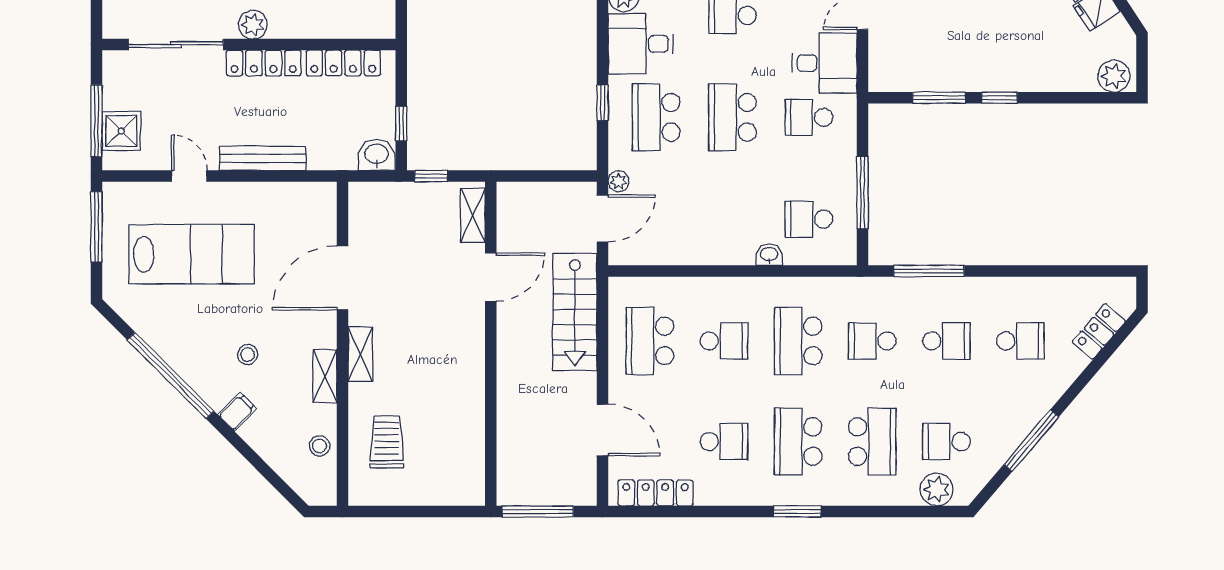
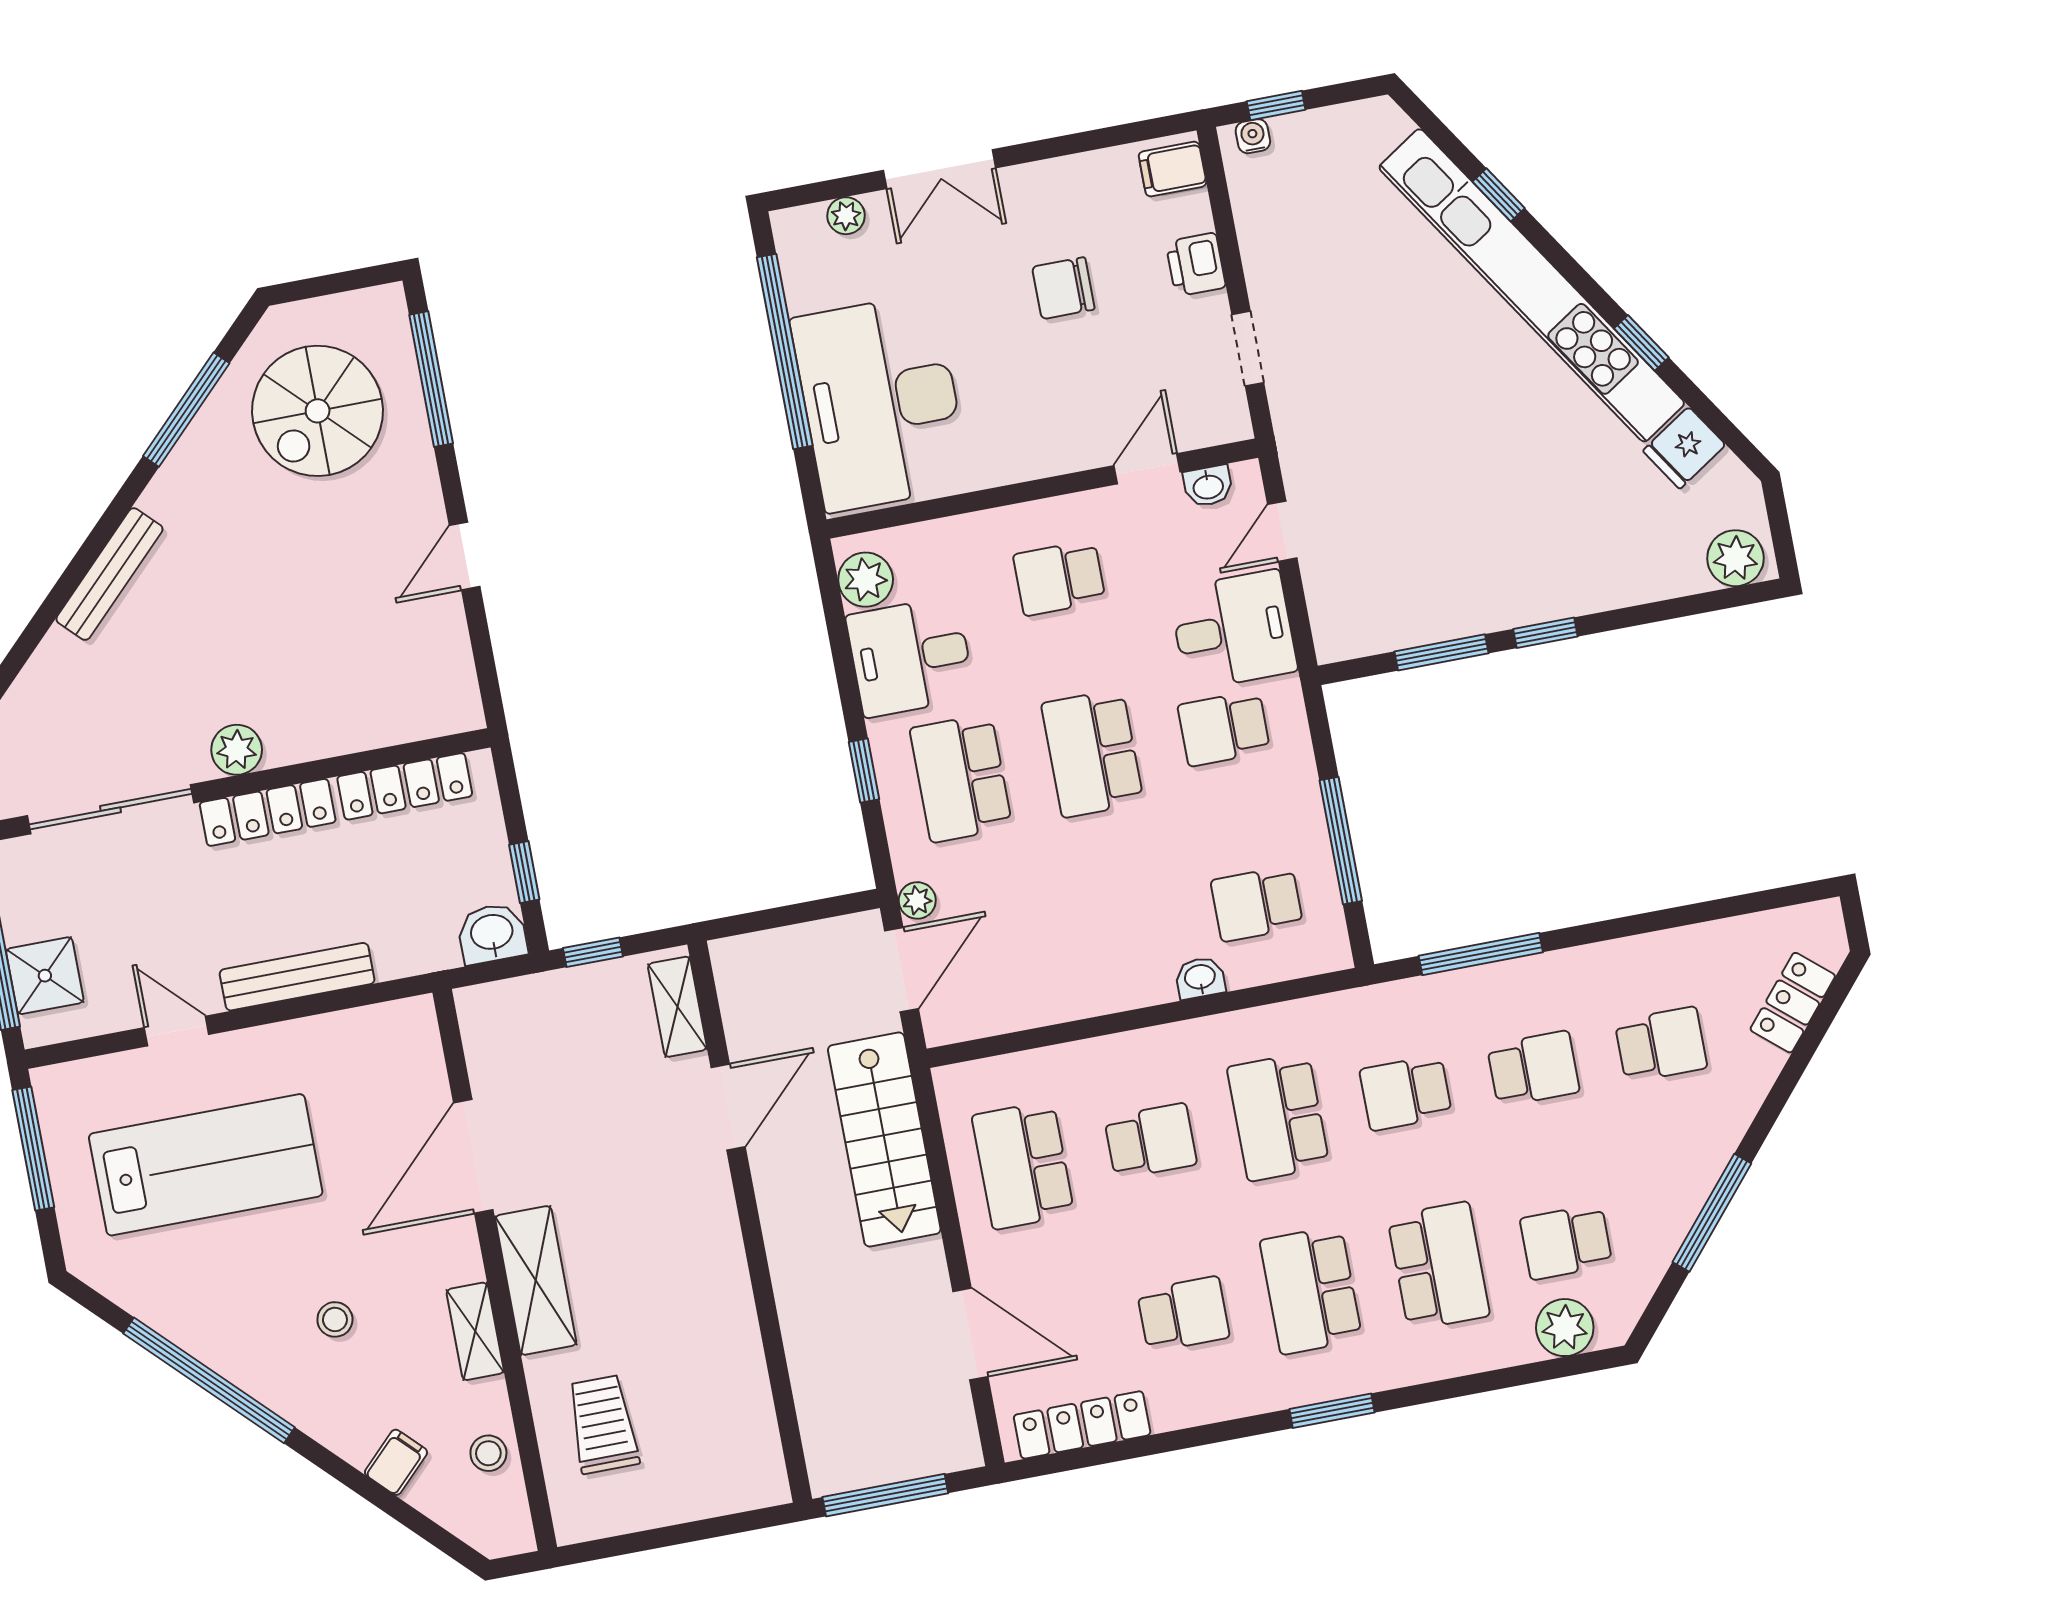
shelving: (360, 354) -> (536, 1280), width x1.50, depth x1.33
filing cabinet: (237, 412) -> (396, 1462), moved

